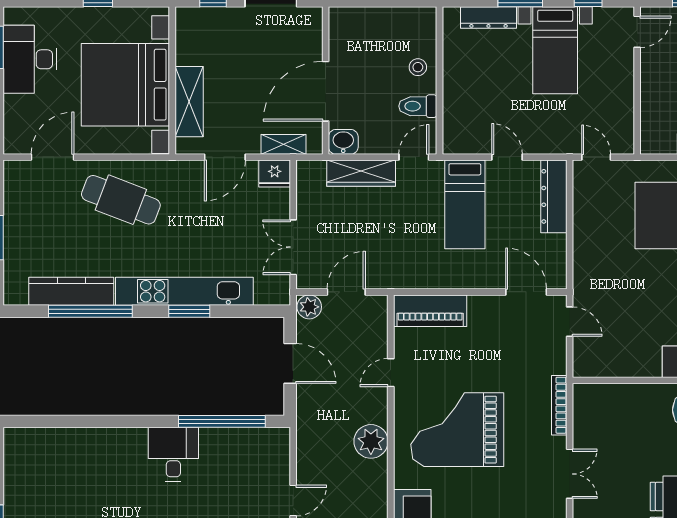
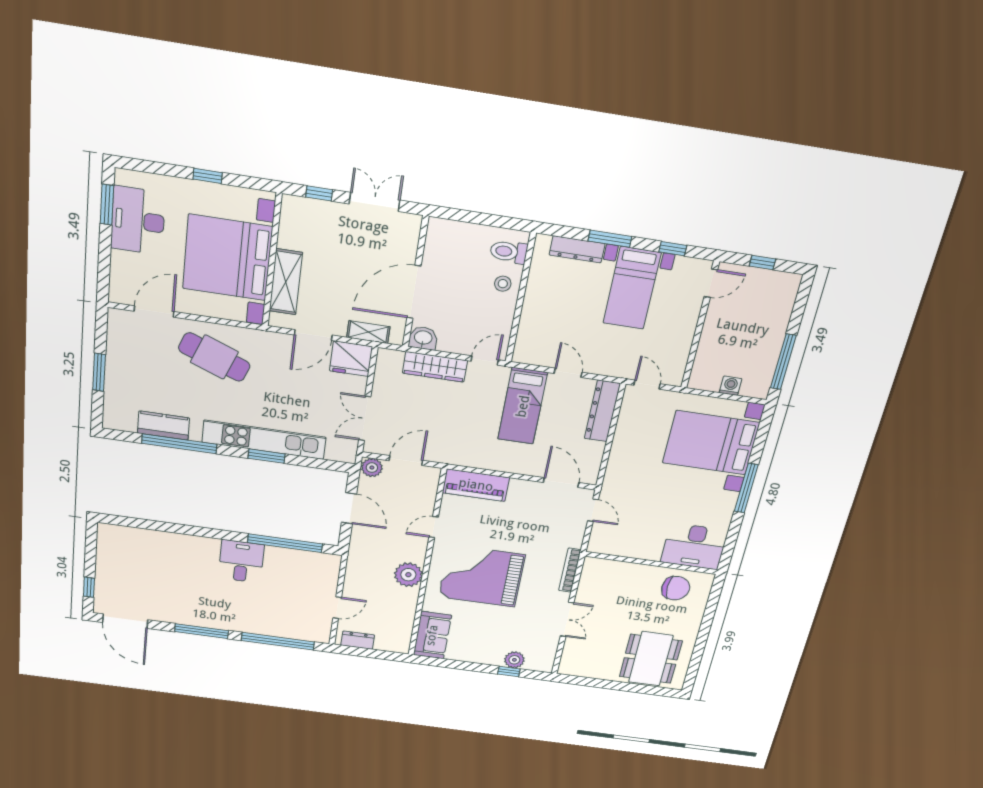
toilet: (418, 106) -> (509, 252), moved
fridge: (275, 174) -> (351, 359), width x1.36, depth x1.34
kitchen counter: (71, 291) -> (163, 426), width x0.67

